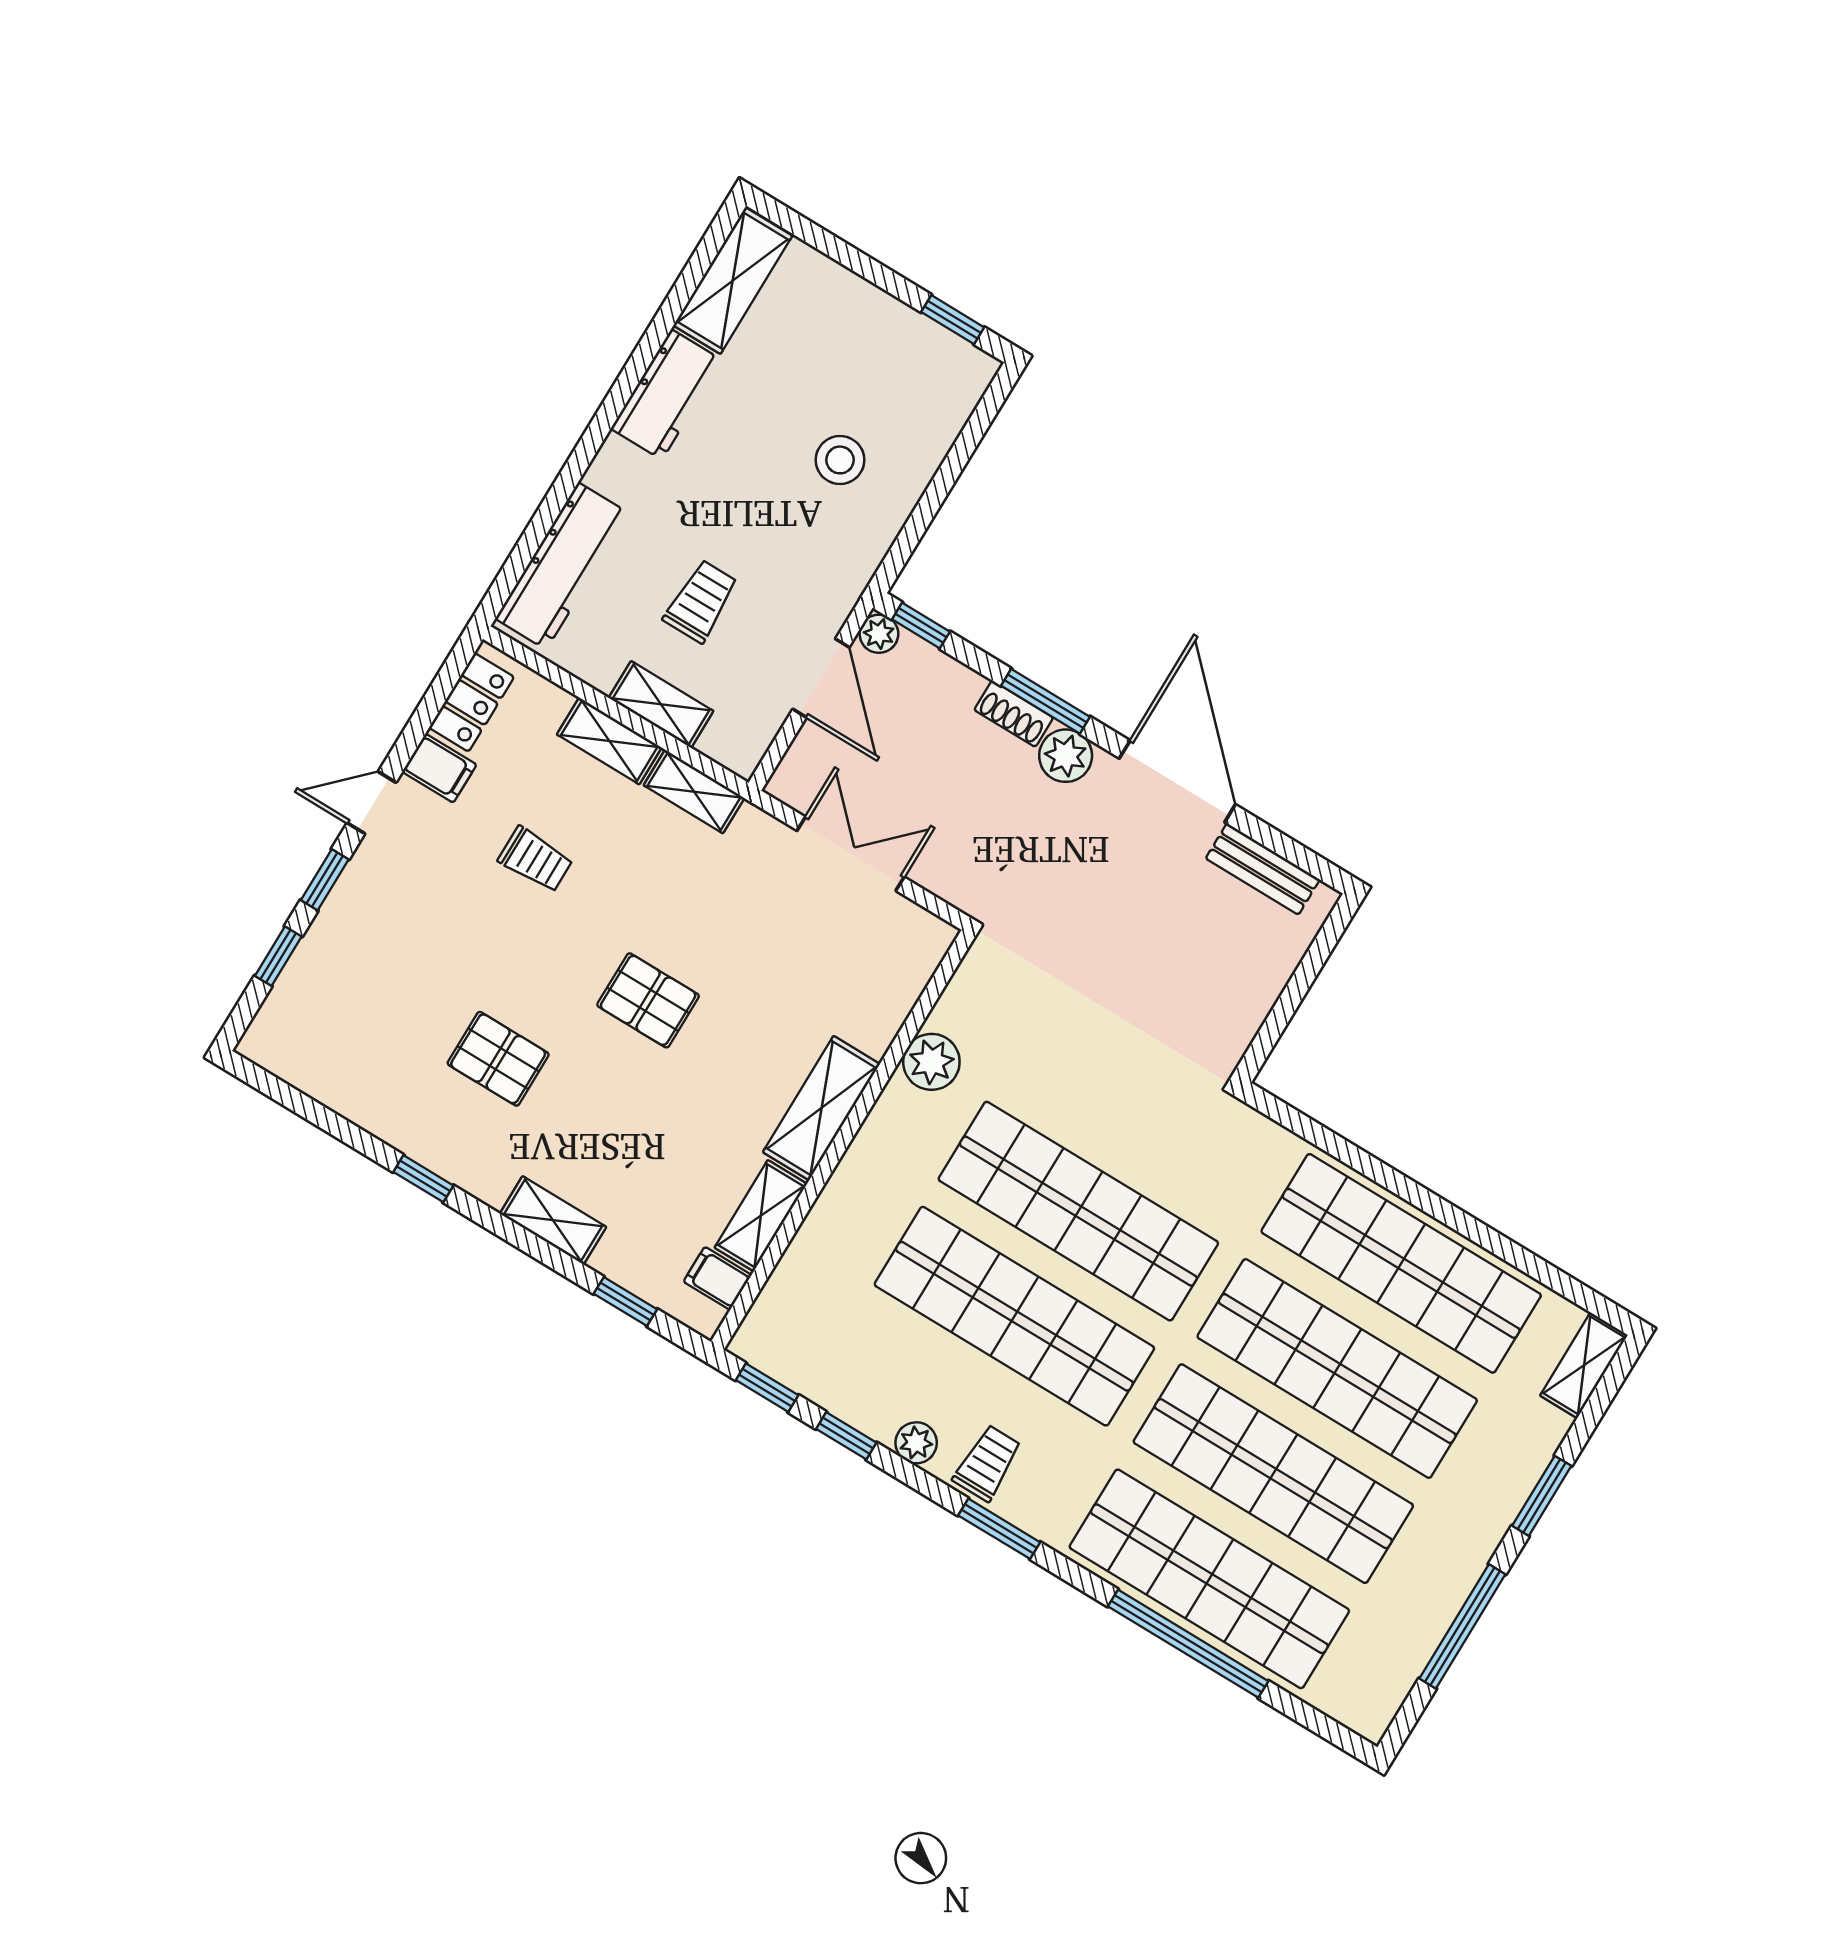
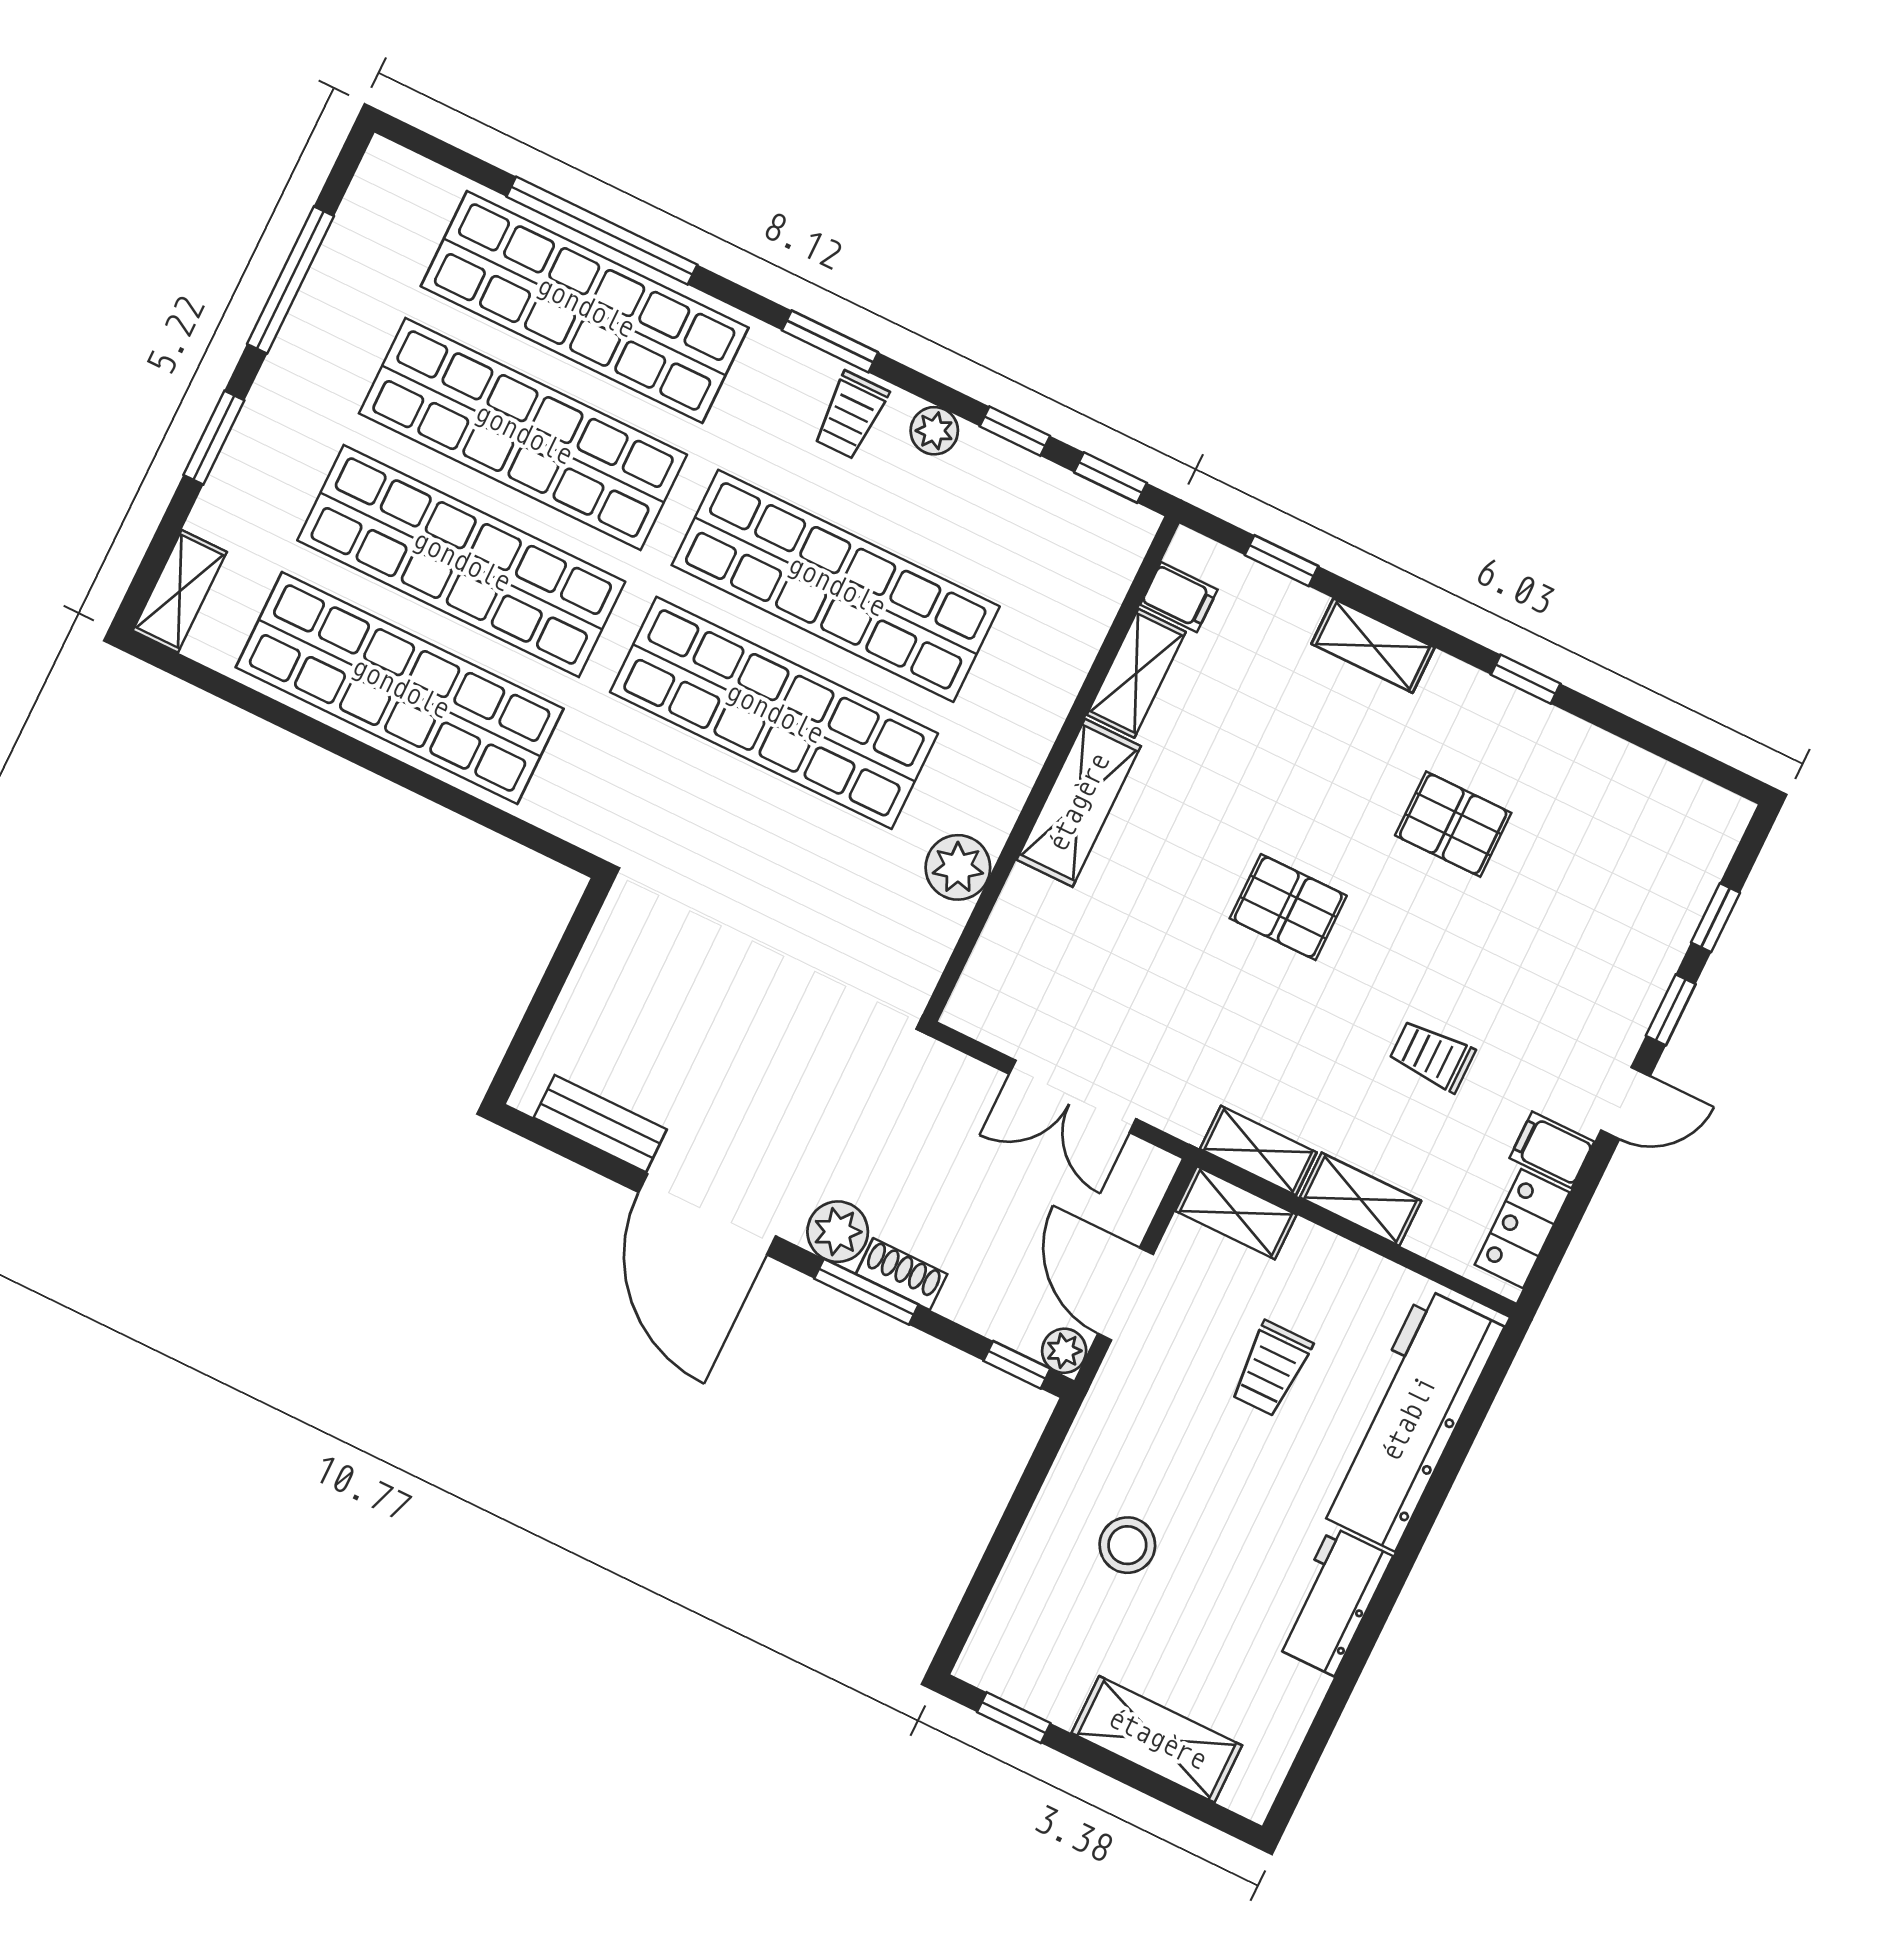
shelving: (733, 281) -> (1157, 1739), moved, turned 90
workbench: (562, 566) -> (1409, 1419), width x1.36, depth x1.32
shelving: (661, 704) -> (1236, 1213), moved

